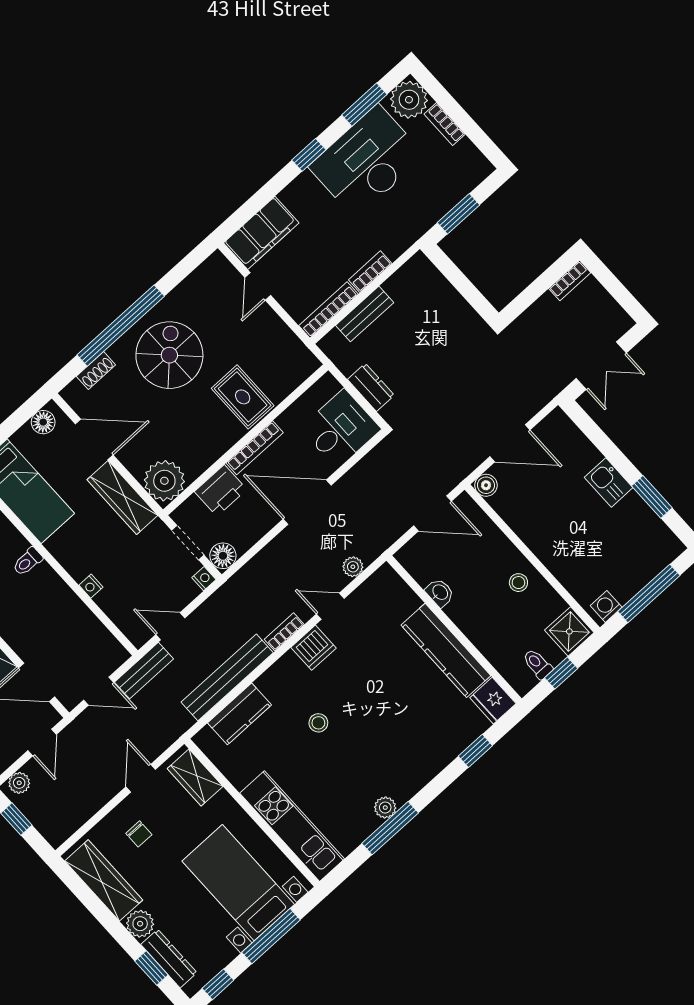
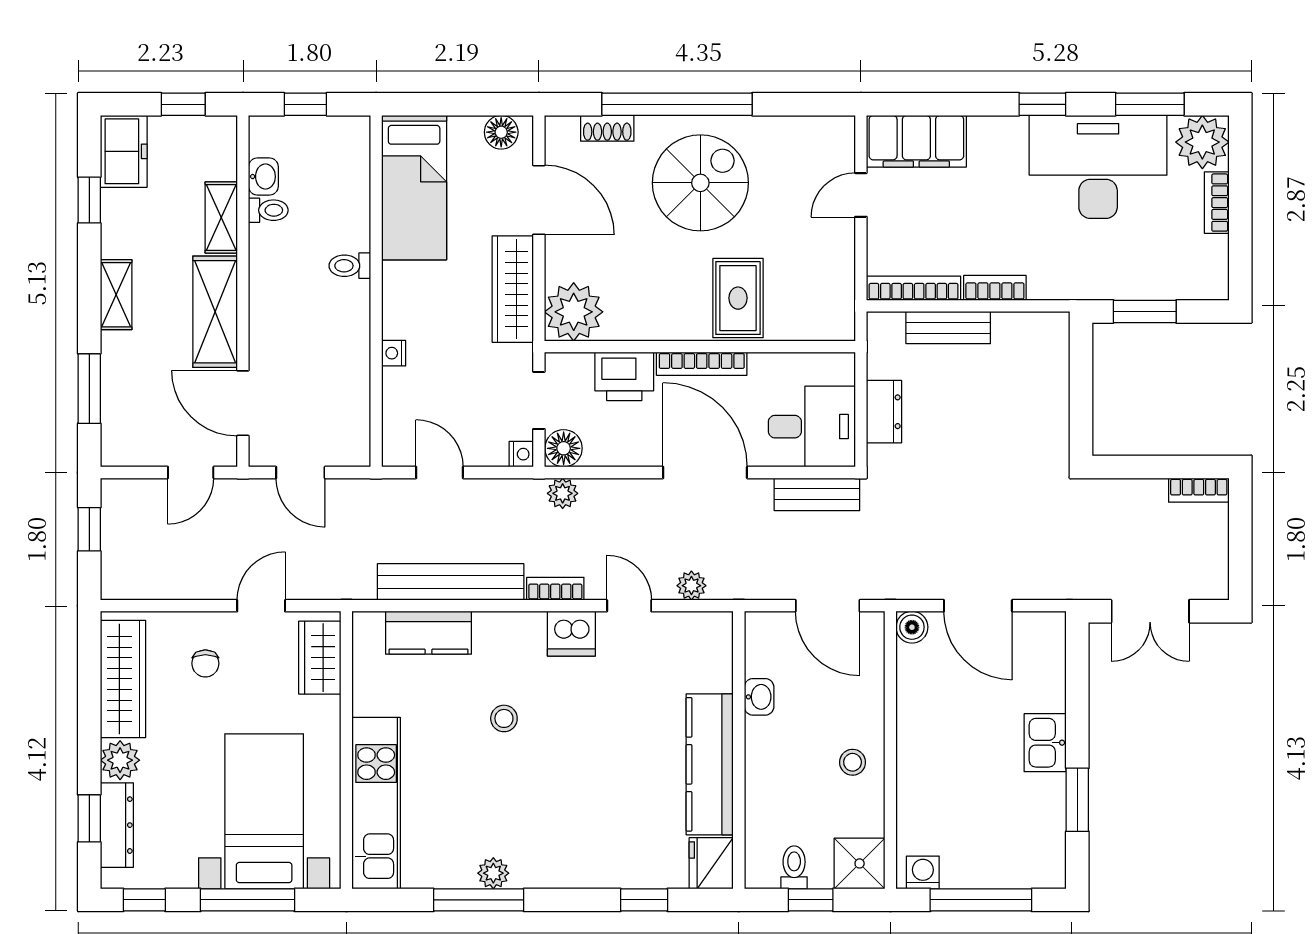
bench: (144, 670) -> (817, 494), moved
plant: (19, 783) -> (563, 493), moved

